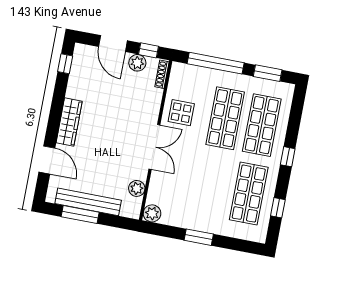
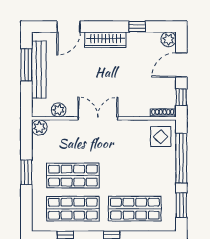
plant: (137, 63) -> (169, 39), moved
window: (65, 64) -> (137, 27), moved
display table: (181, 113) -> (161, 137), moved
shop shelf: (225, 118) -> (73, 176), moved
double door: (154, 147) -> (98, 118), swing flipped

